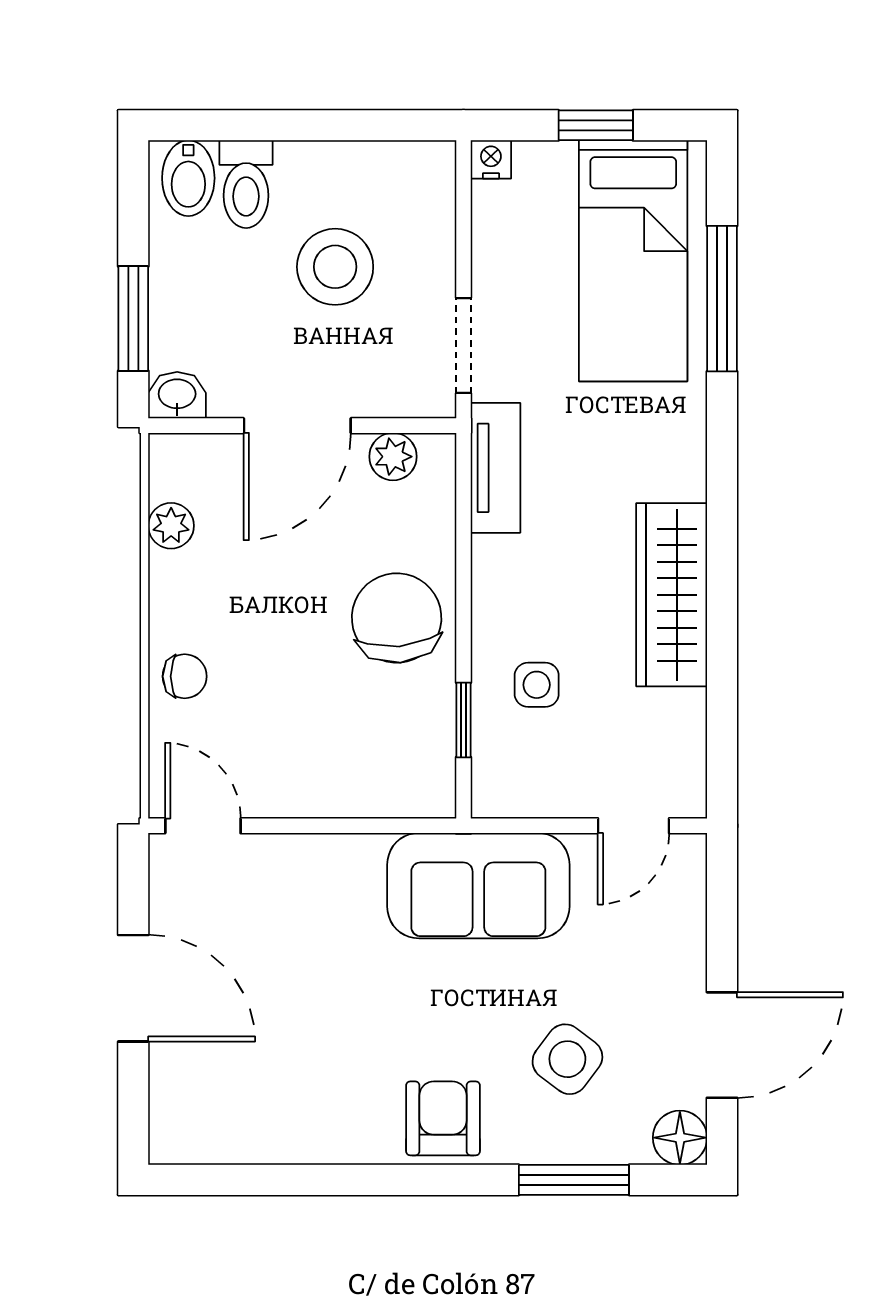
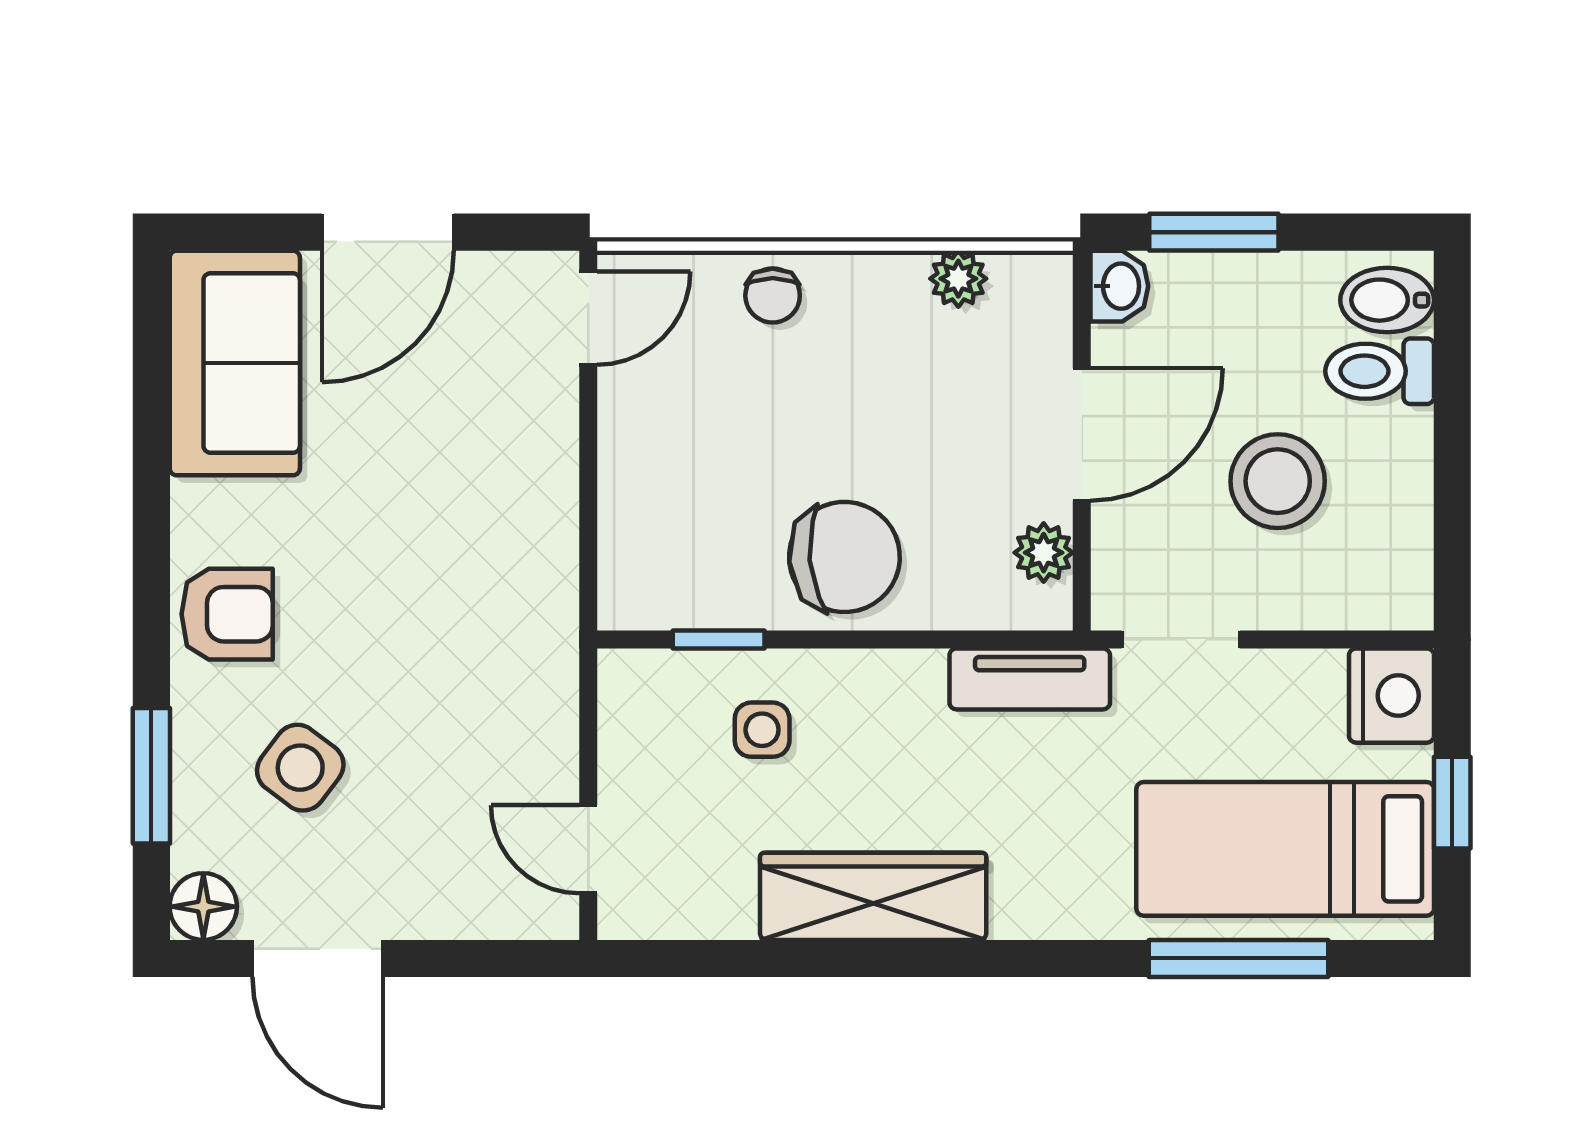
nightstand: (491, 159) -> (1391, 696), width x1.89, depth x1.79
door: (297, 426) -> (1082, 434), swing flipped
sofa: (478, 886) -> (235, 363), moved, turned 180

